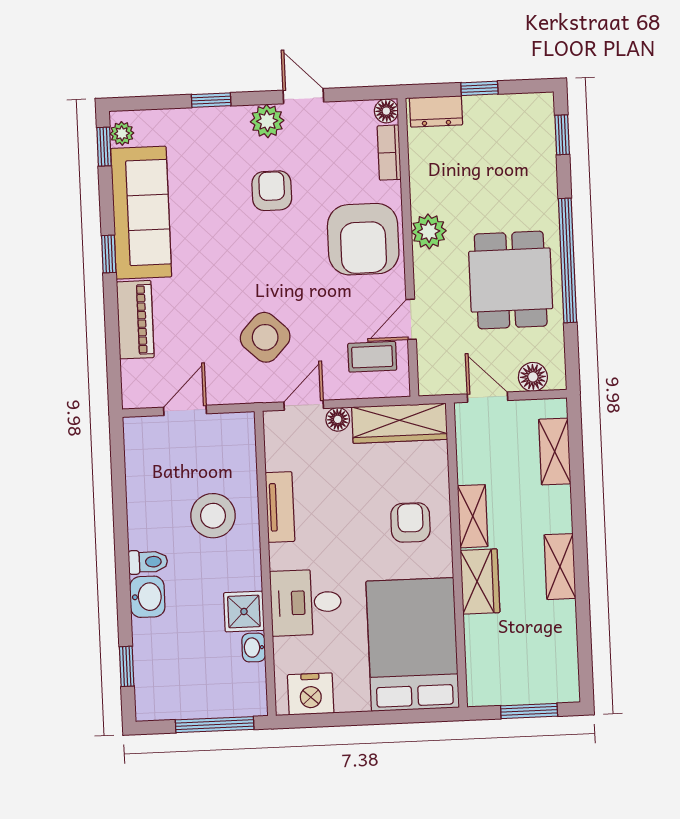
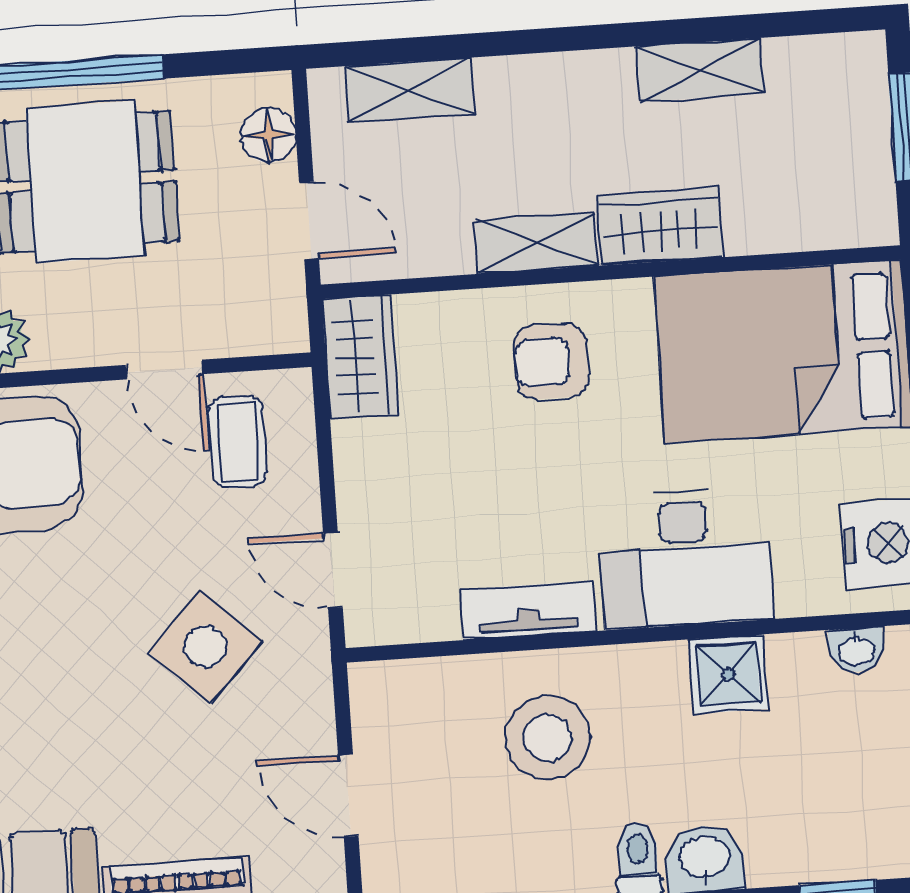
door: (487, 397) -> (309, 221), swing flipped
floor lamp: (338, 419) -> (358, 505), removed
wardrobe: (400, 423) -> (361, 357), width x0.67
shelving: (560, 567) -> (700, 70), moved
desk: (306, 602) -> (685, 558), width x1.37
washbasin: (254, 647) -> (856, 650), moved

